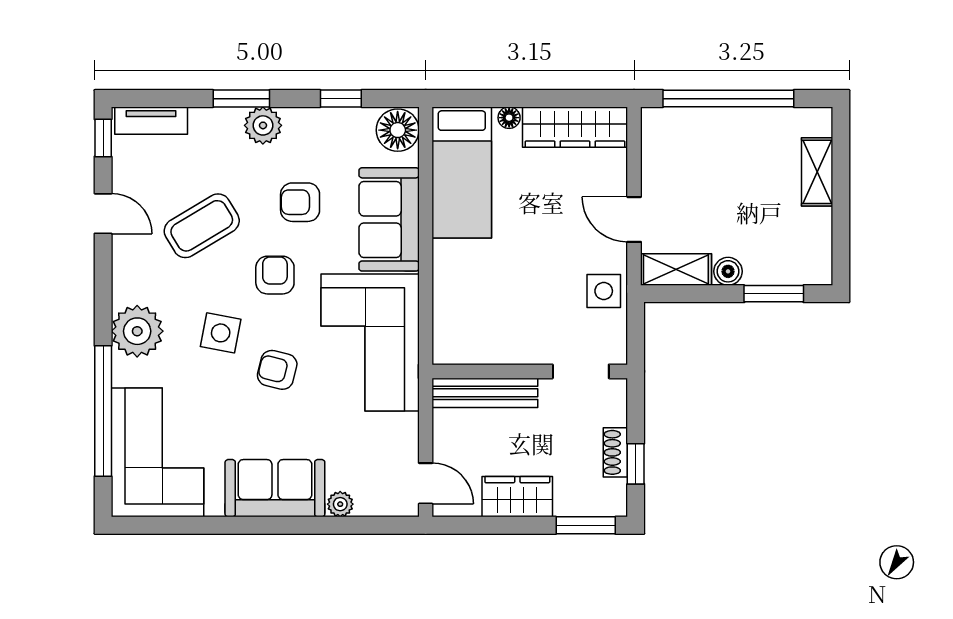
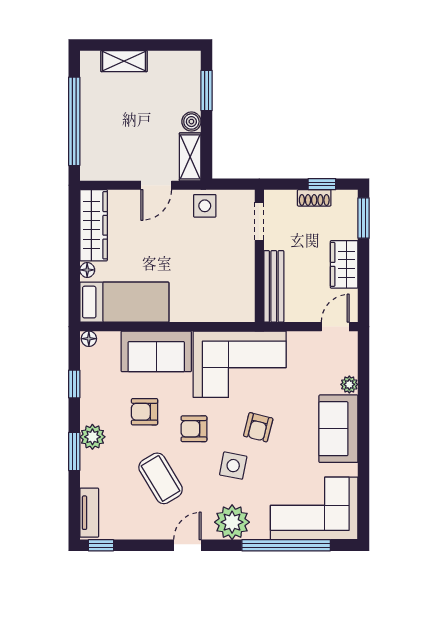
floor lamp: (398, 130) -> (89, 339), width x0.53, depth x0.53
armchair: (300, 202) -> (145, 412), turned 90
door: (103, 214) -> (187, 545), moved

